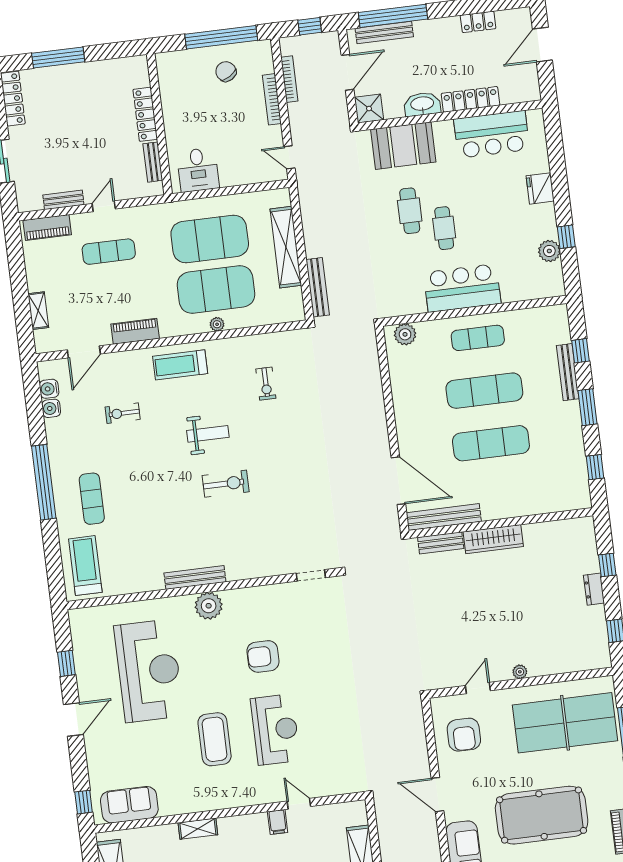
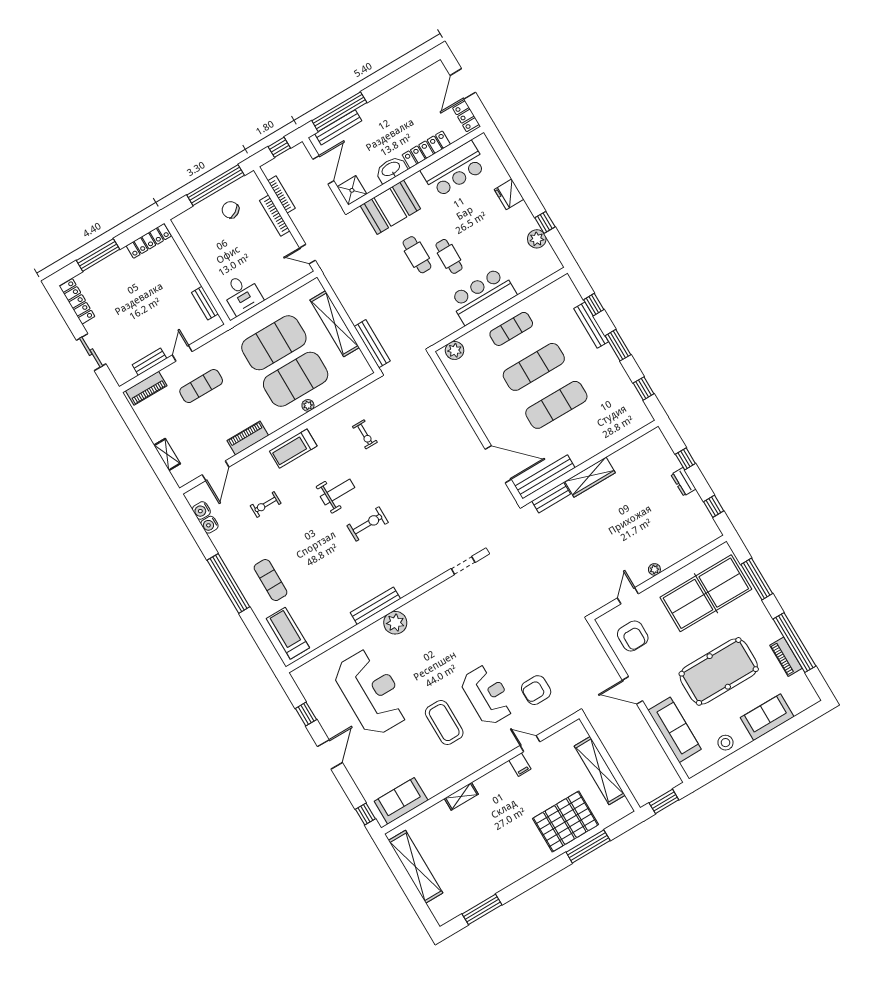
locker: (478, 22) -> (466, 116), moved, turned 90
locker: (145, 114) -> (149, 241), moved, turned -90
armchair: (263, 656) -> (536, 690), moved

